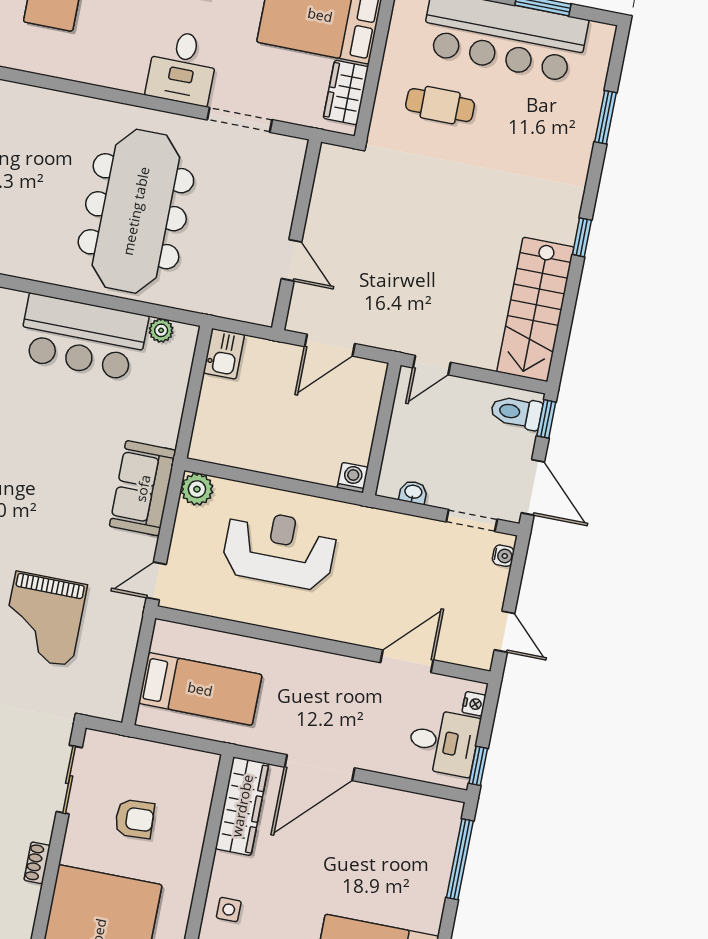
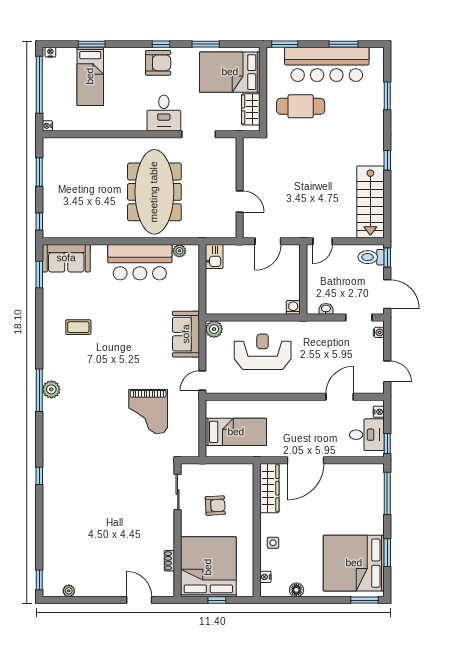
cafe table: (440, 105) -> (301, 106), width x1.37, depth x1.35
shoe rack: (37, 863) -> (169, 561), moved

